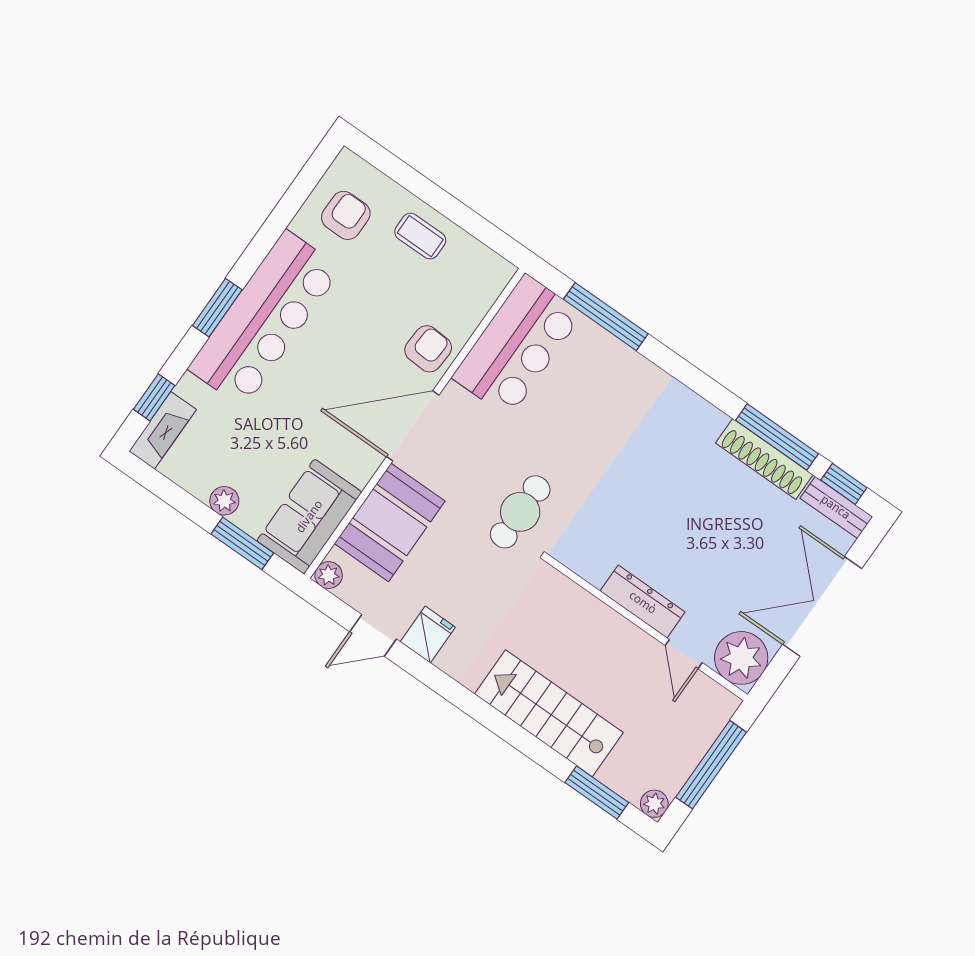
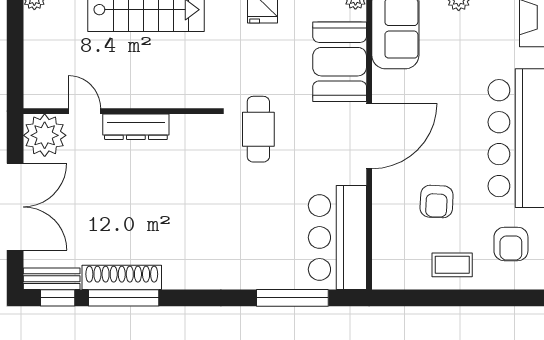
armchair: (428, 349) -> (437, 202), moved
window: (711, 765) -> (15, 51), removed

